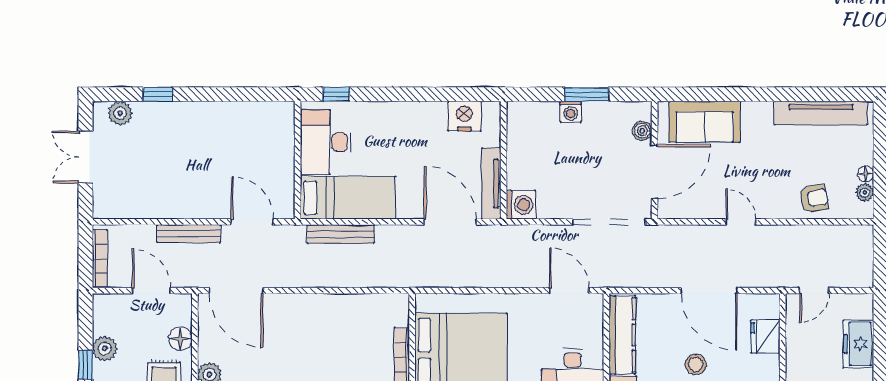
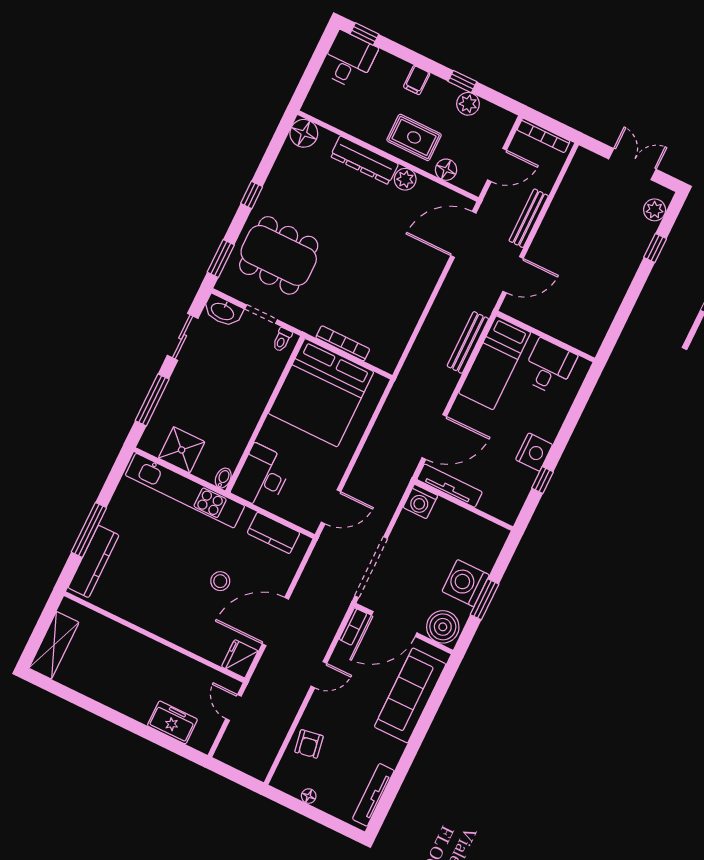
window: (336, 94) -> (543, 480), moved
washing machine: (571, 112) -> (466, 583), width x1.89, depth x1.89
tv unit: (821, 113) -> (373, 795), width x0.73, depth x0.78
nightstand: (465, 116) -> (534, 452), moved
sofa: (705, 122) -> (410, 695), width x1.36
boiler: (642, 131) -> (443, 627), width x1.86, depth x1.86
desk: (326, 142) -> (549, 367), width x0.73
door: (655, 172) -> (394, 624), hinge flipped
plant: (865, 192) -> (294, 788), removed
bookcase: (677, 211) -> (353, 626), added
kitchen counter: (622, 335) -> (274, 533), width x0.67
fridge: (765, 337) -> (240, 659), moved, turned -90

